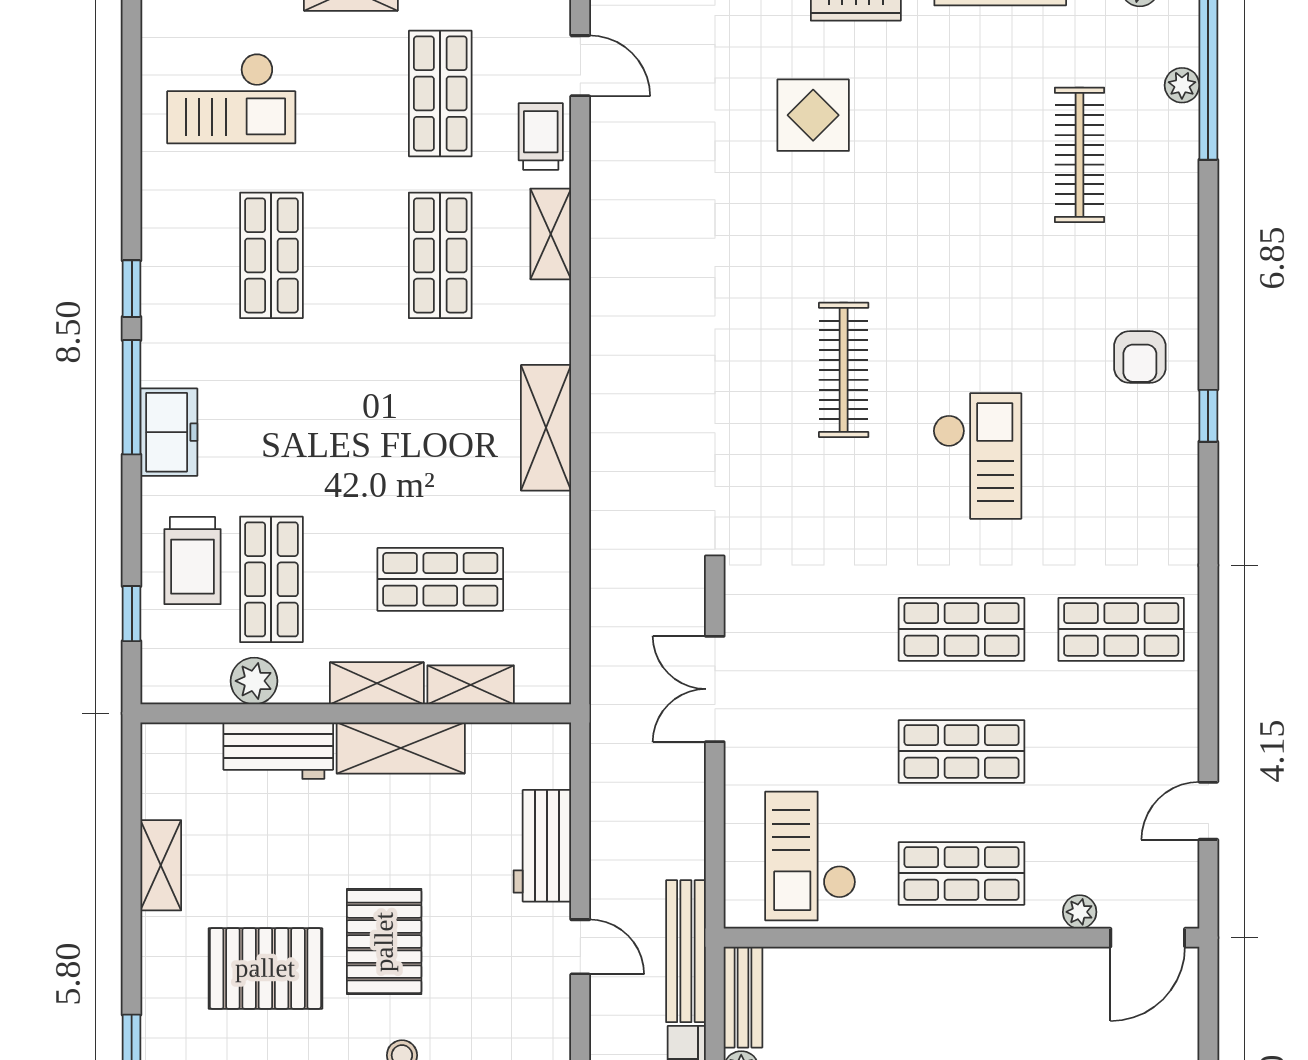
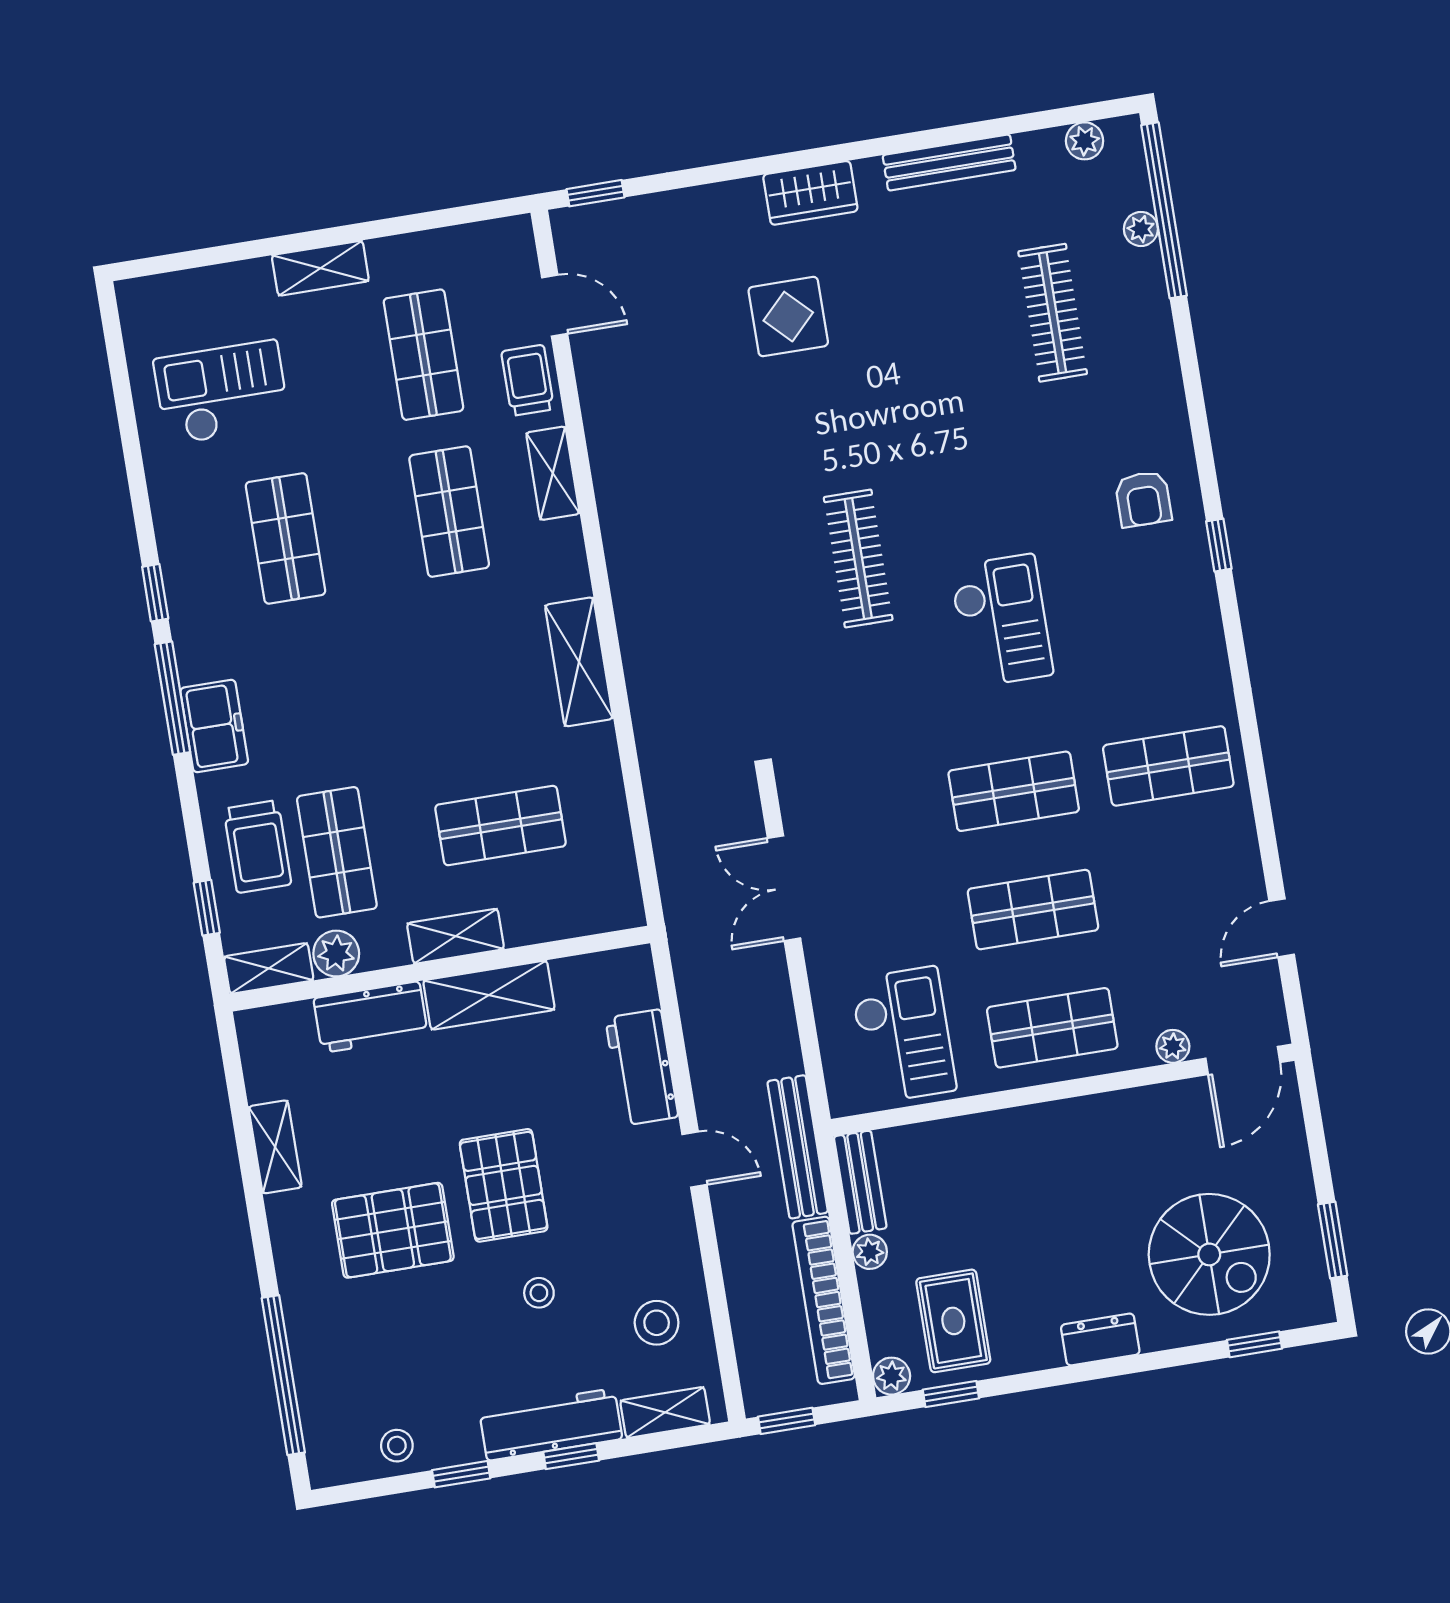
checkout: (231, 98) -> (222, 393), turned 180
shelving: (471, 685) -> (269, 968), moved
checkout: (810, 856) -> (903, 1035), turned 180

